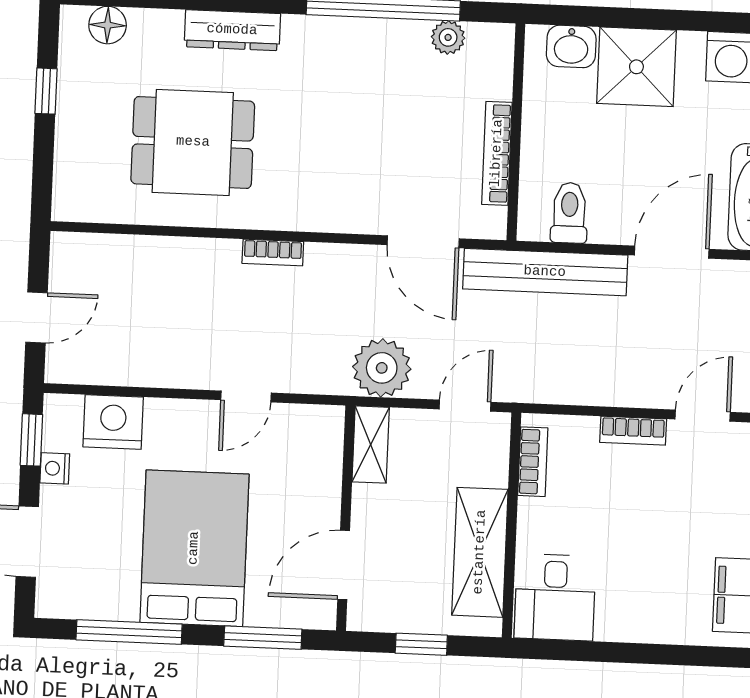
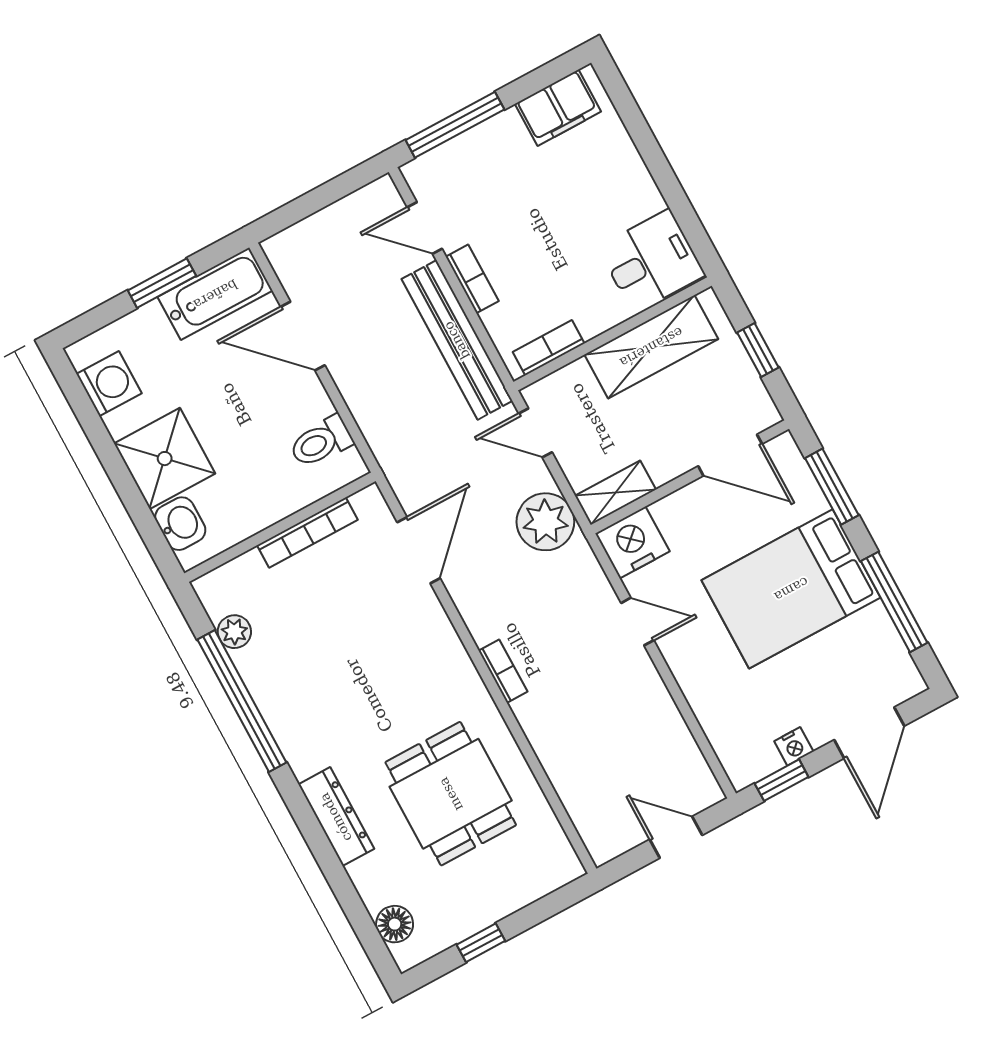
bench: (545, 272) -> (457, 340), moved
nightstand: (113, 422) -> (633, 542), moved, turned 90

